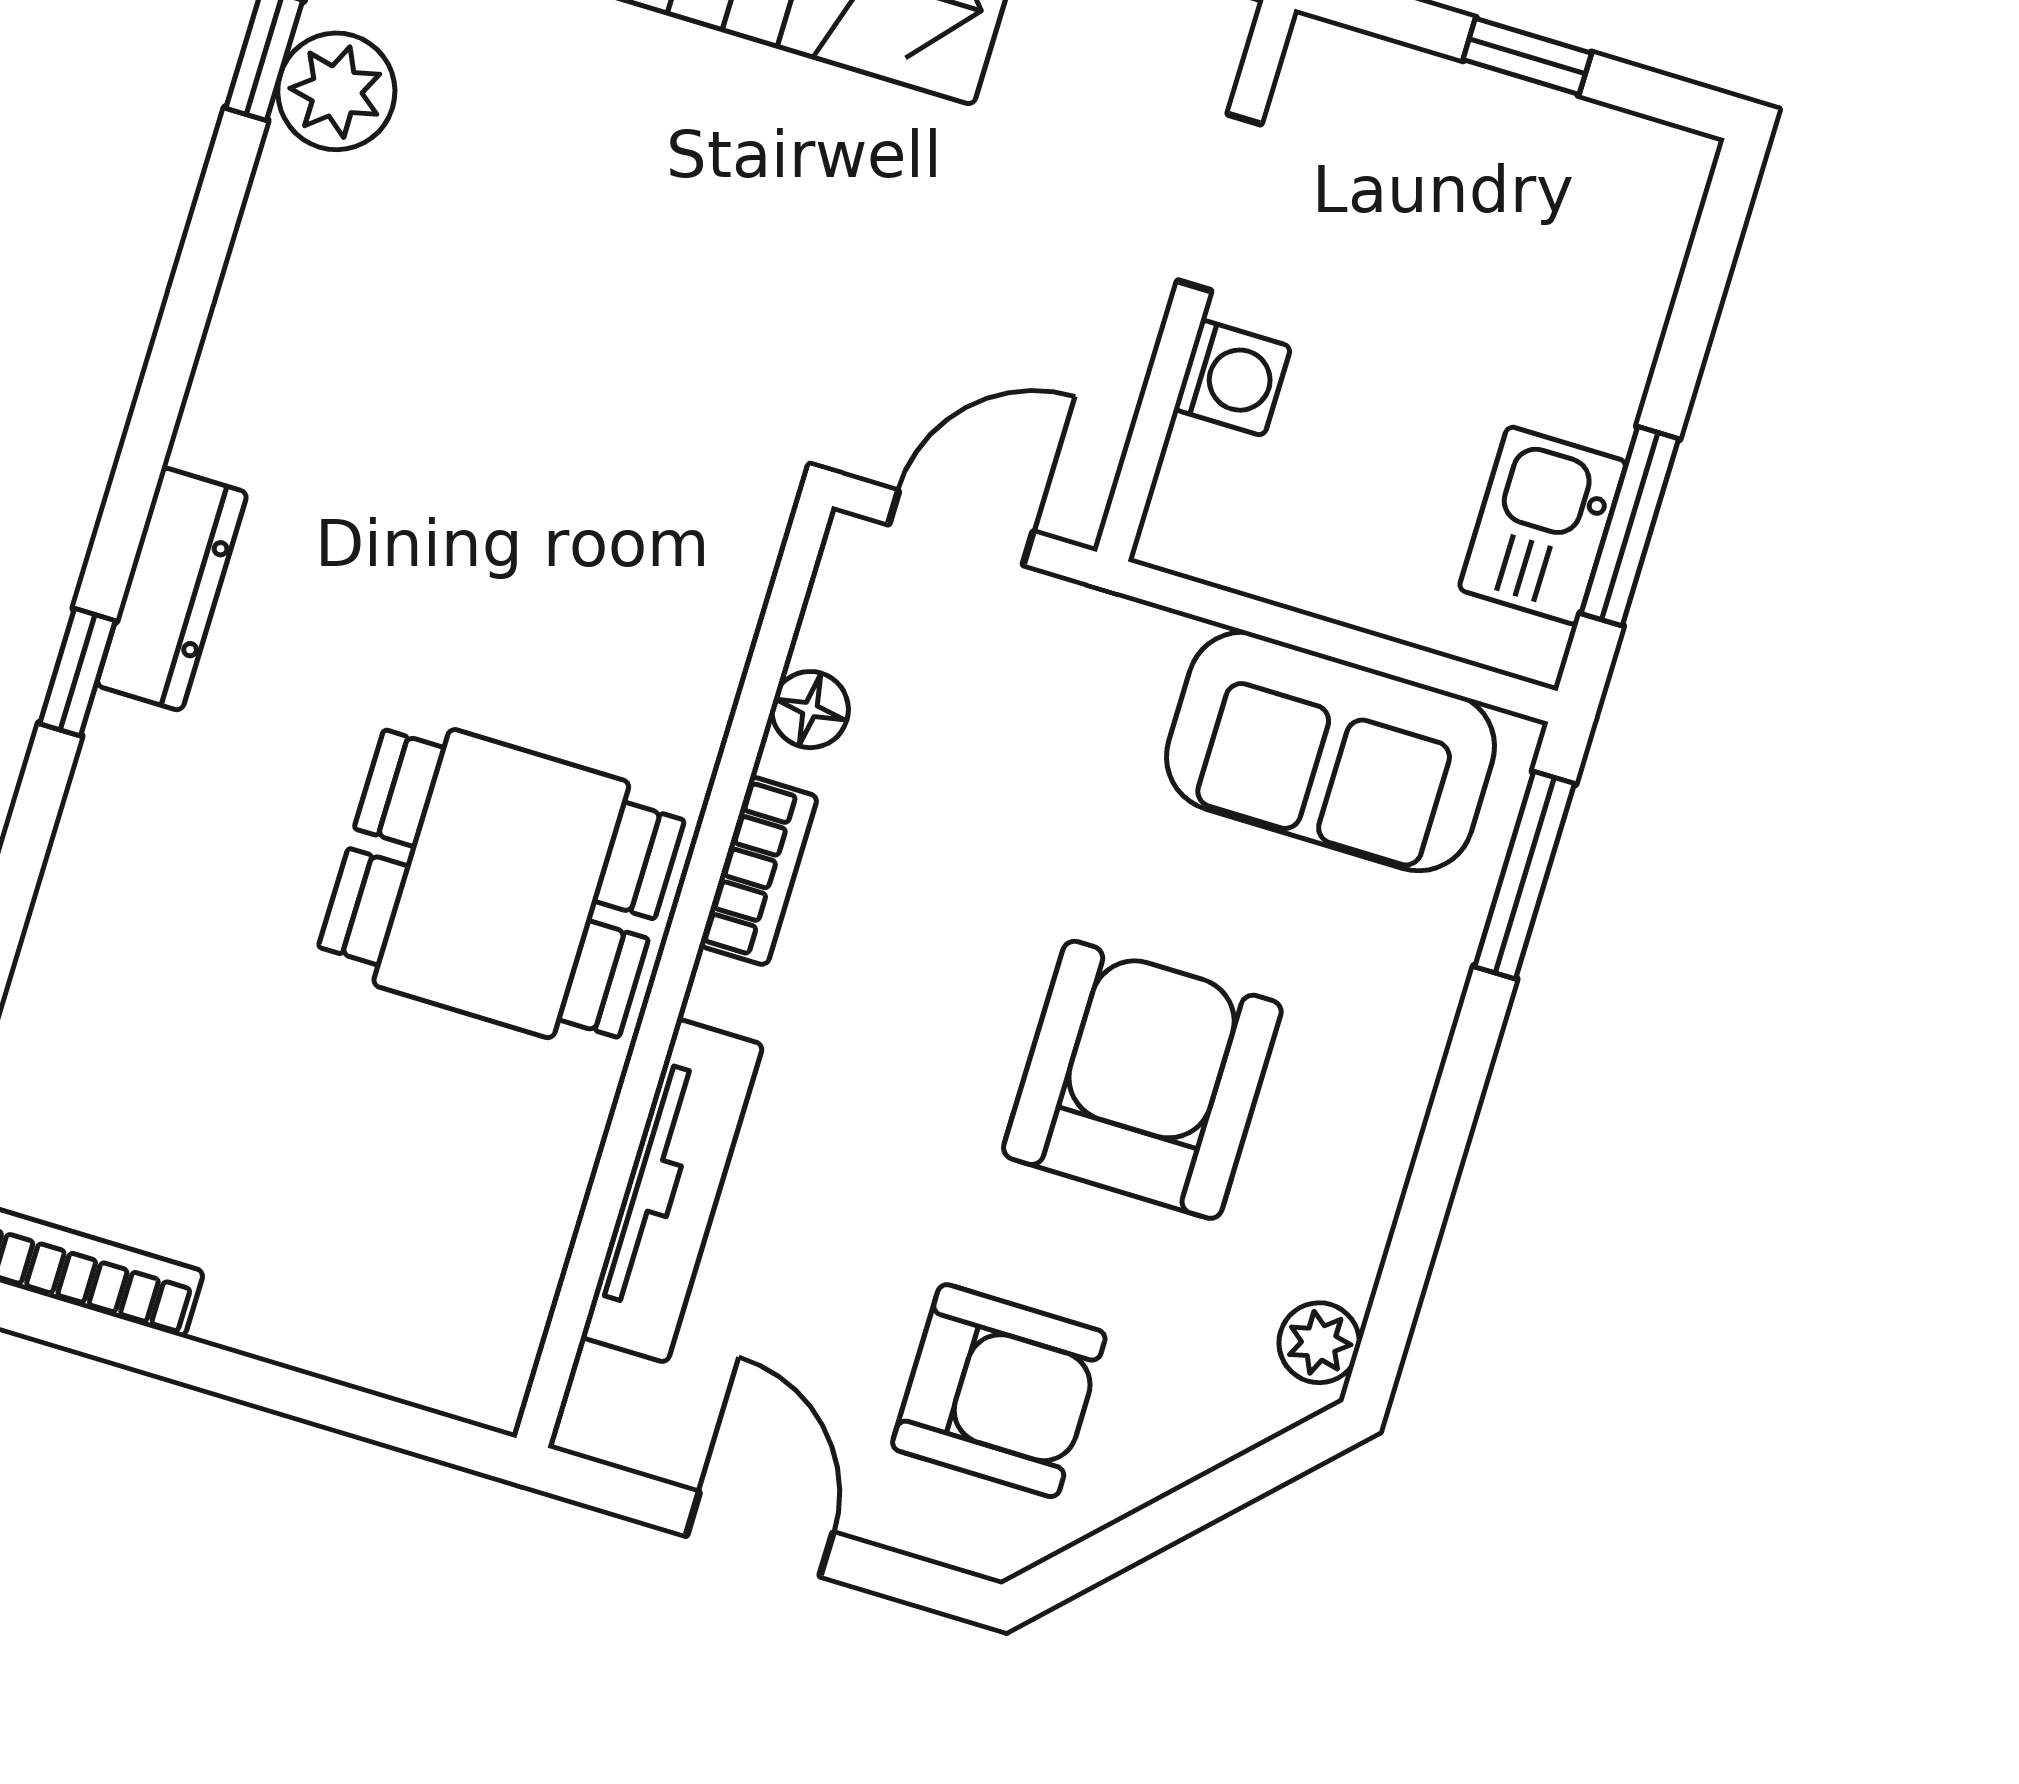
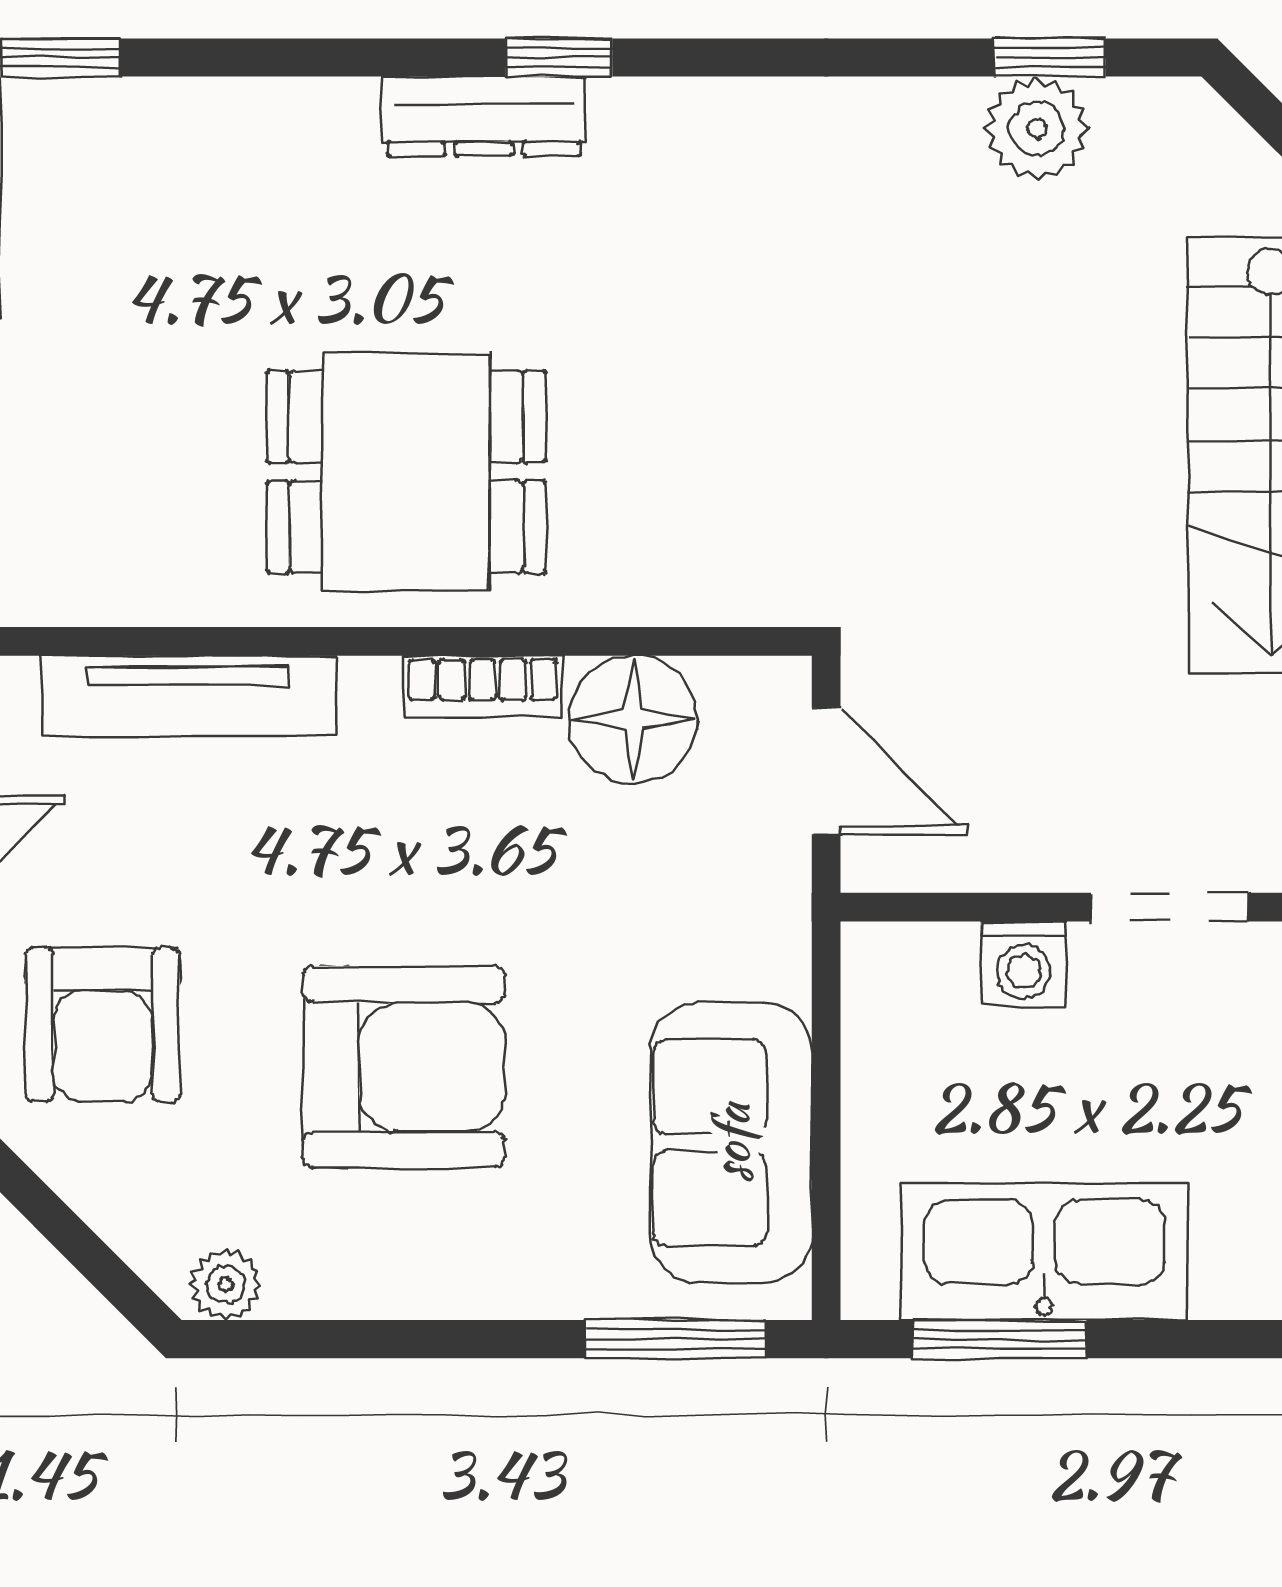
kitchen sink: (1543, 526) -> (1044, 1252), width x1.87, depth x1.24
dresser: (172, 589) -> (484, 116), moved
window: (78, 672) -> (559, 58), moved
floor lamp: (810, 710) -> (633, 720), width x1.89, depth x1.89
dining table: (501, 884) -> (406, 472), turned 90

